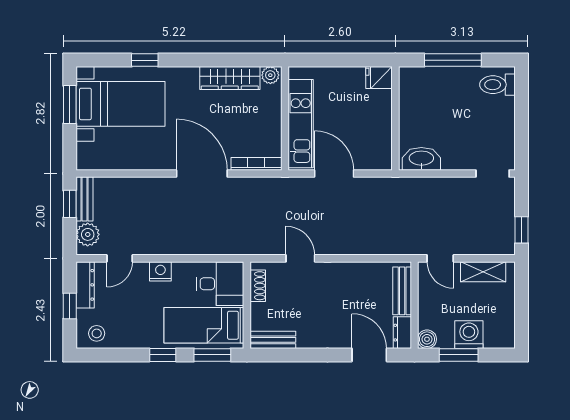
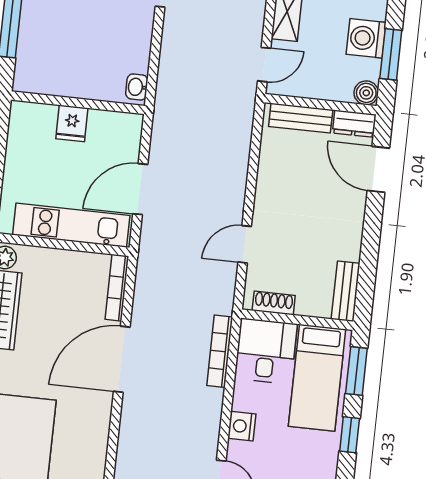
fridge: (379, 77) -> (72, 123), moved
washbasin: (421, 159) -> (137, 87), width x0.52, depth x0.69
bookcase: (216, 248) -> (220, 351), added
door: (369, 355) -> (378, 169), hinge flipped

